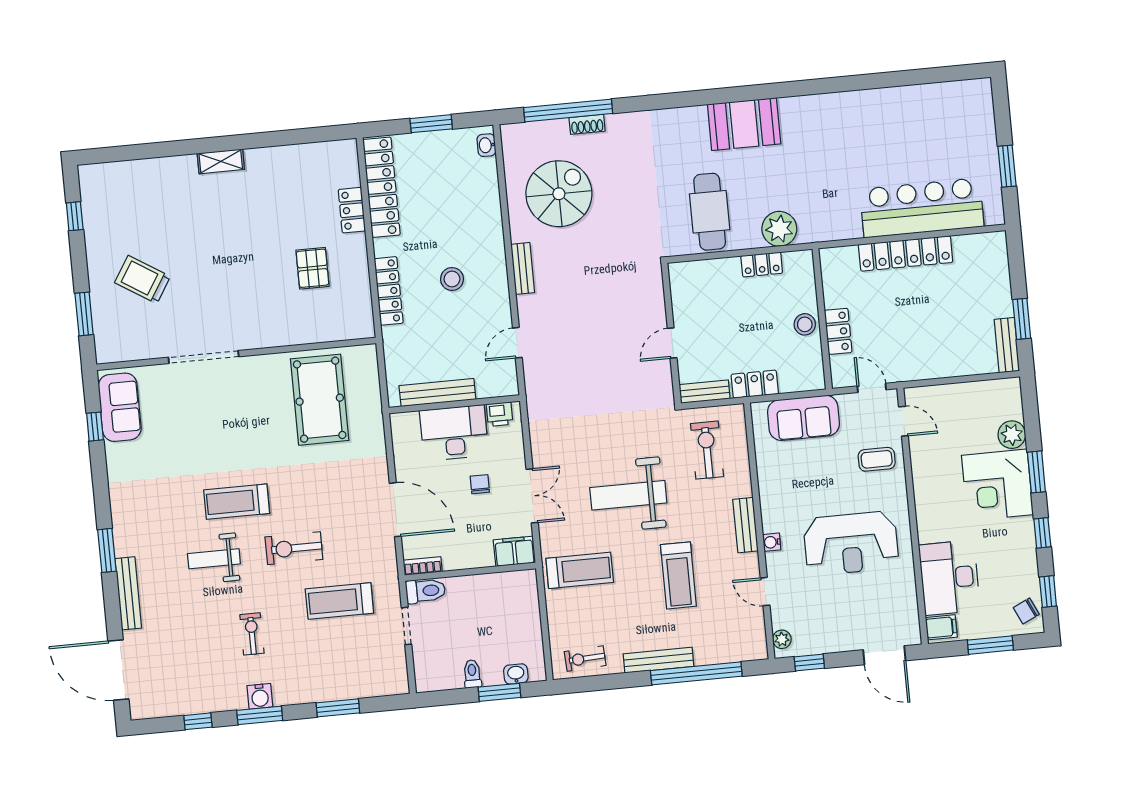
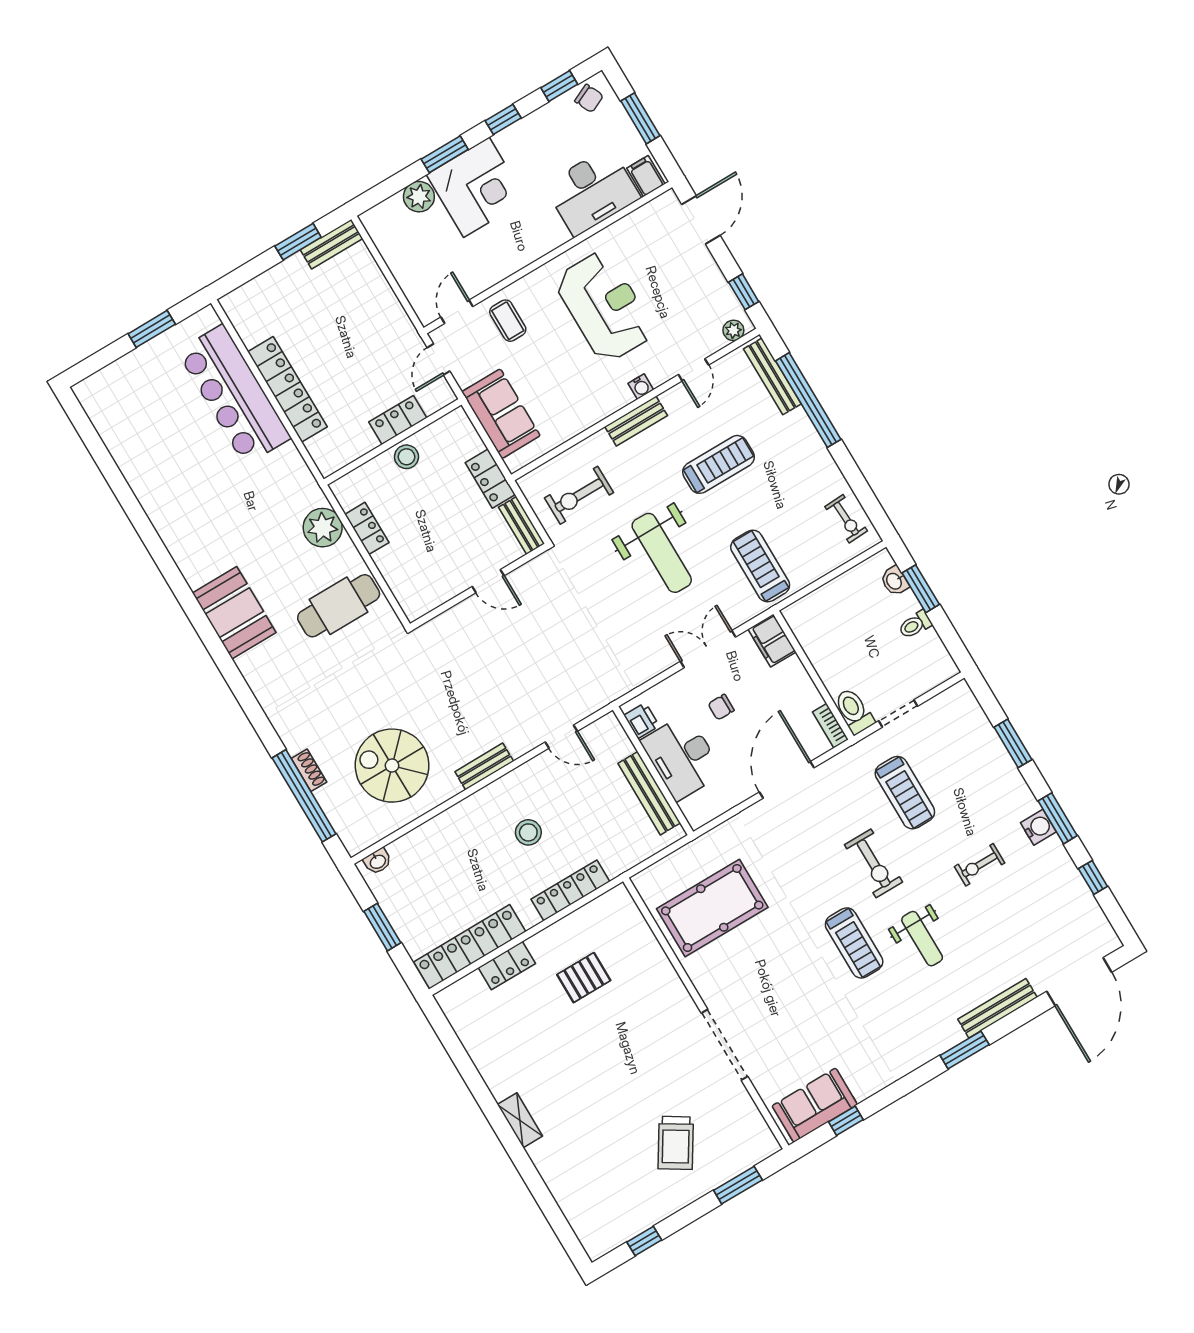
bench: (658, 660) -> (772, 376), moved

